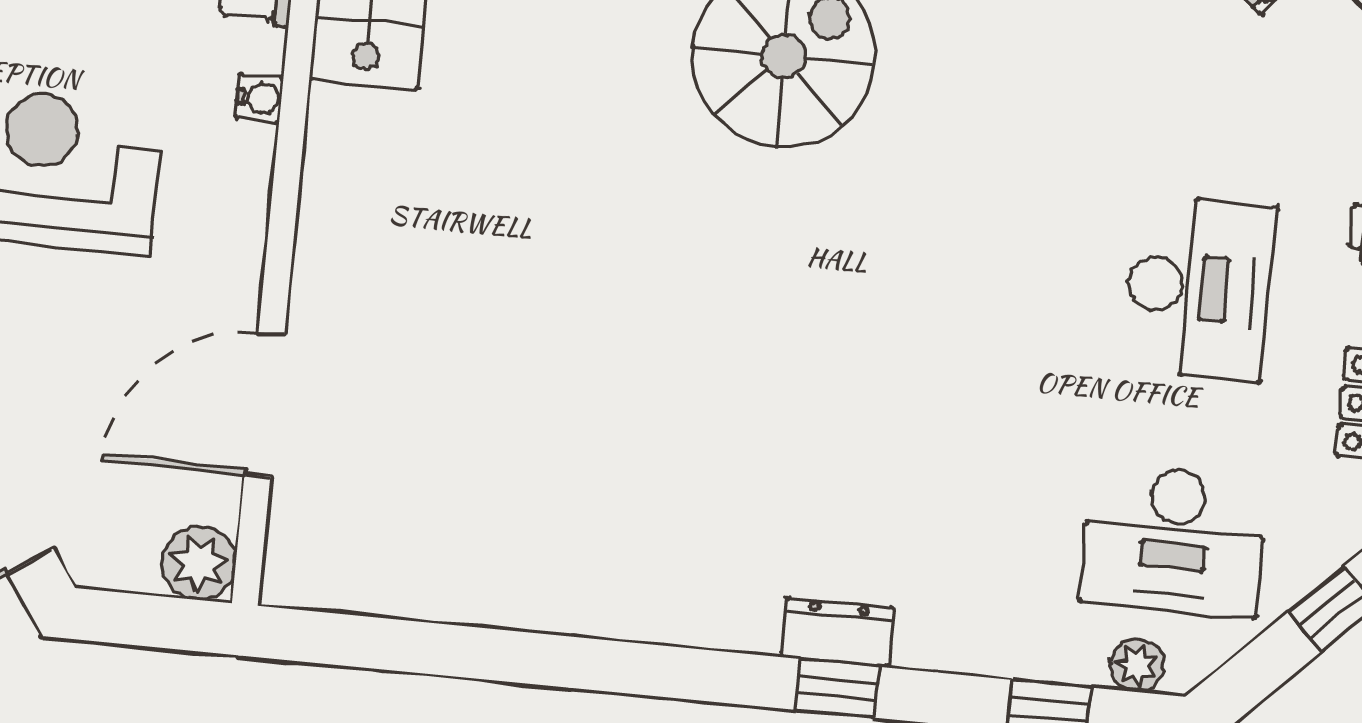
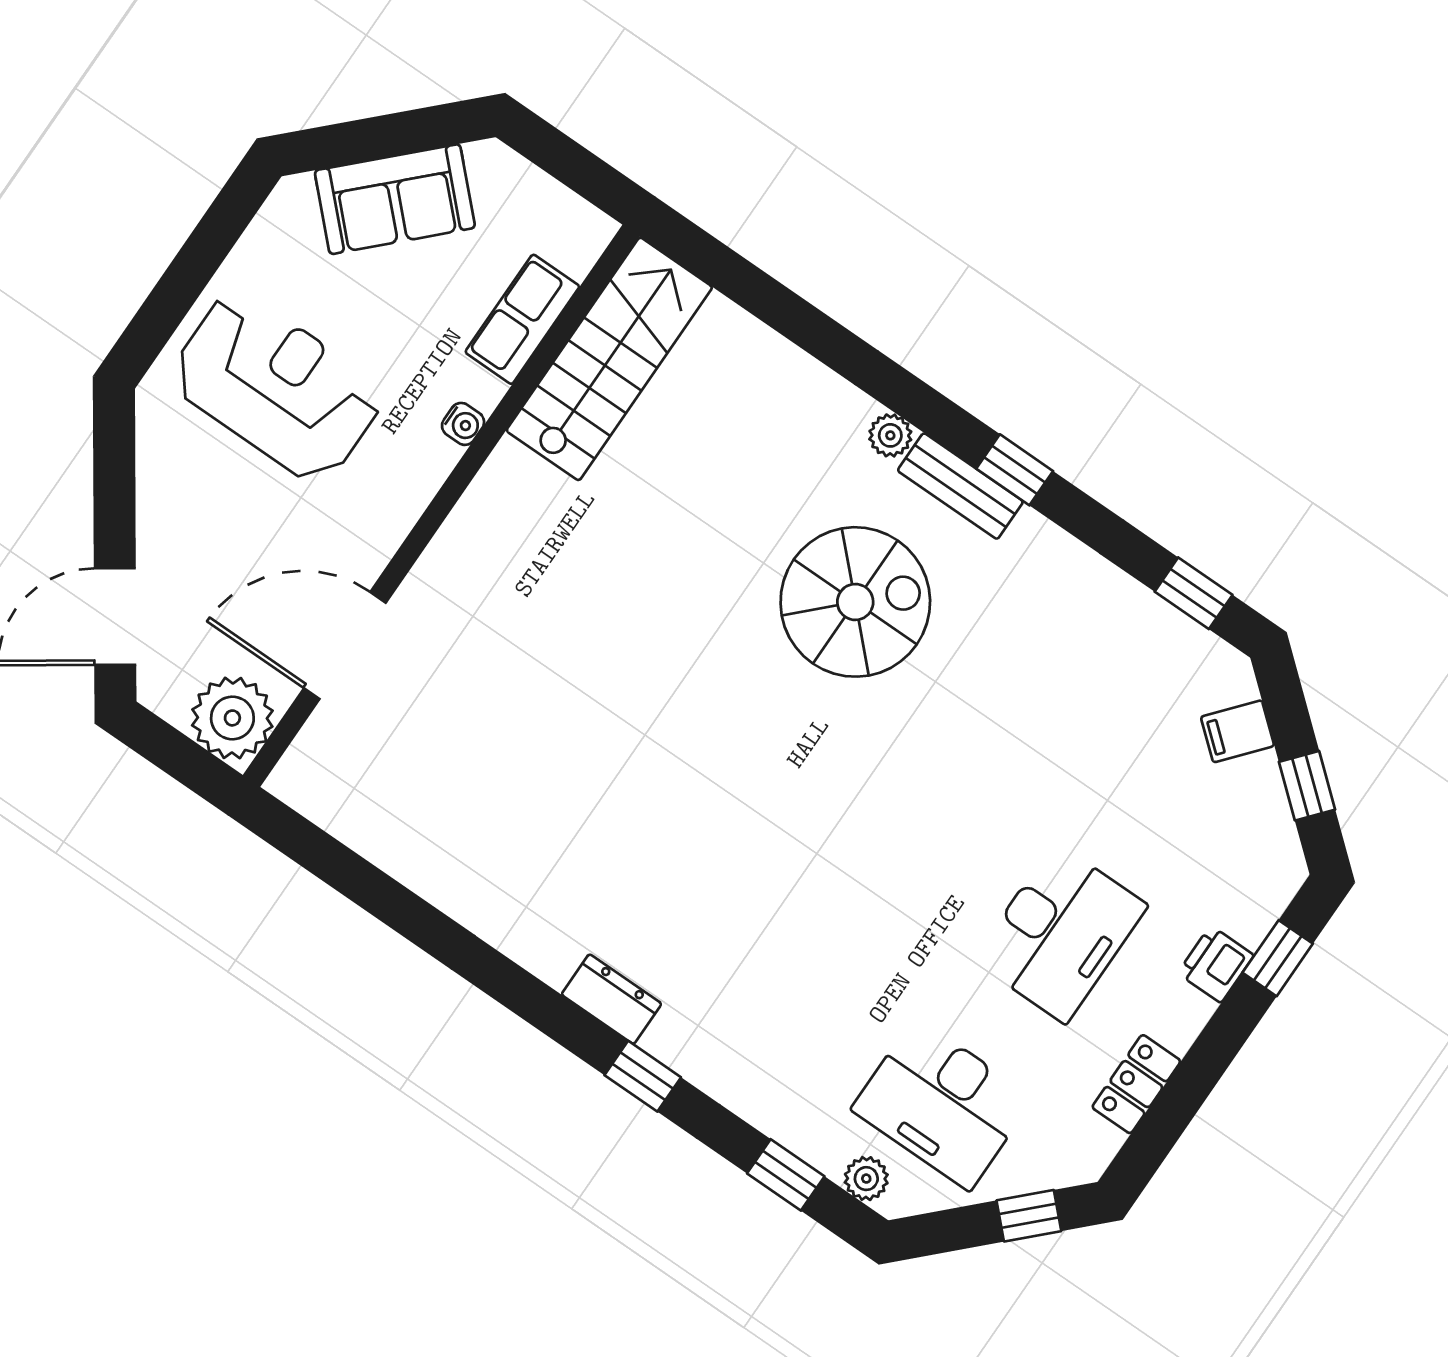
plant: (199, 563) -> (232, 718), width x1.36, depth x1.36
dresser: (837, 632) -> (611, 999), moved

